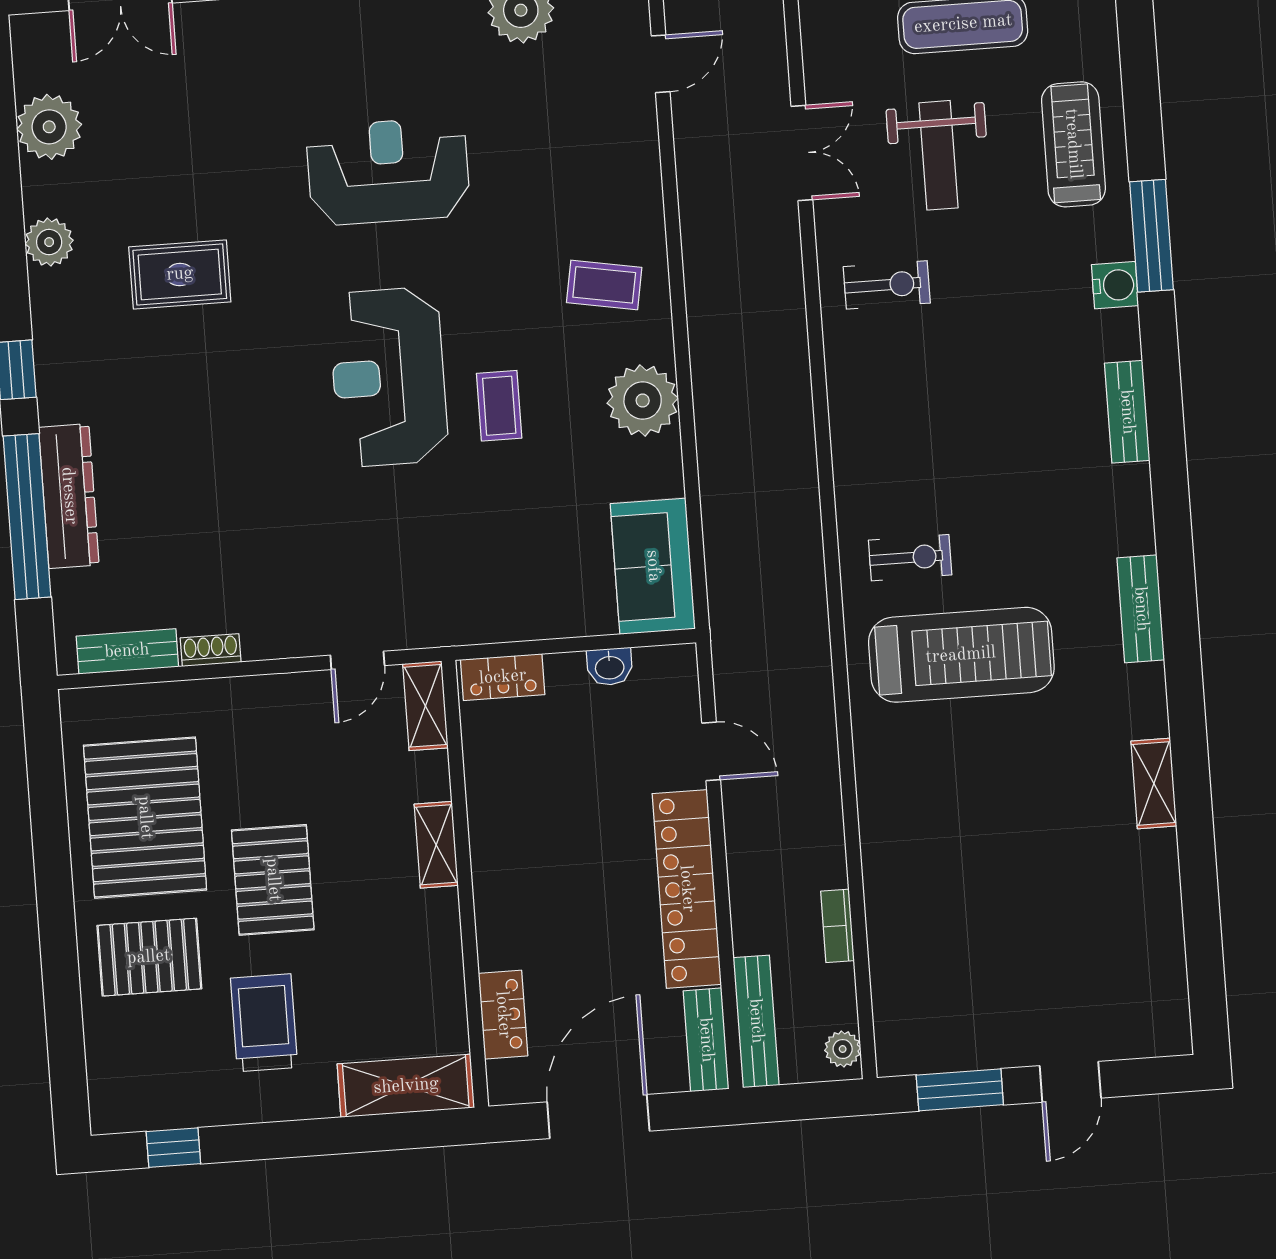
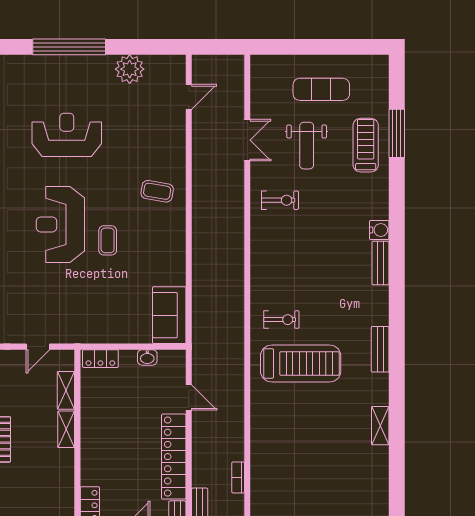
window: (1152, 236) -> (397, 133), moved
water cooler: (1115, 285) -> (379, 230), moved
plant: (643, 401) -> (170, 243), removed
shelving: (425, 706) -> (66, 390), moved

